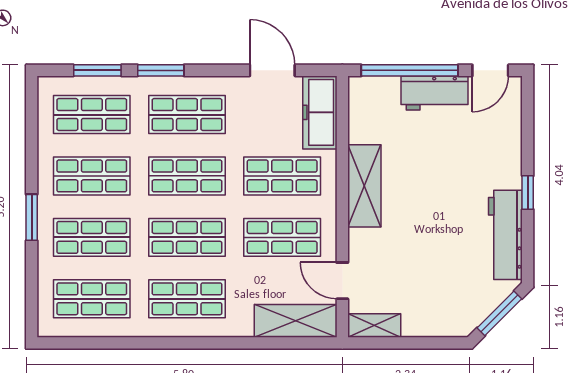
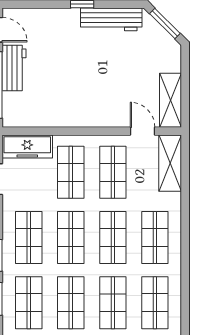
shelving: (364, 186) -> (78, 116), removed
door: (342, 281) -> (143, 131), swing flipped
shelving: (374, 326) -> (171, 100), width x1.50, depth x1.33

